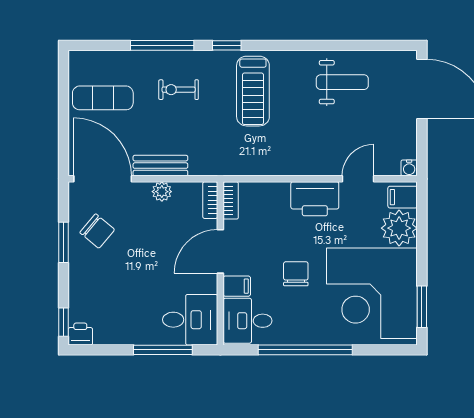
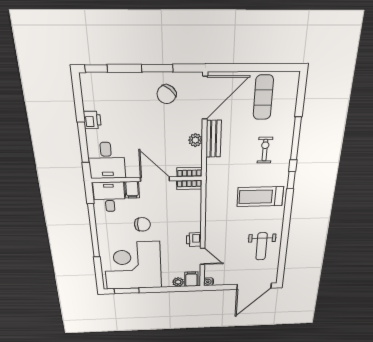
printer: (315, 199) -> (194, 240), width x0.53, depth x0.68
plant: (399, 228) -> (178, 282), width x0.53, depth x0.53
printer: (80, 334) -> (92, 120), moved

